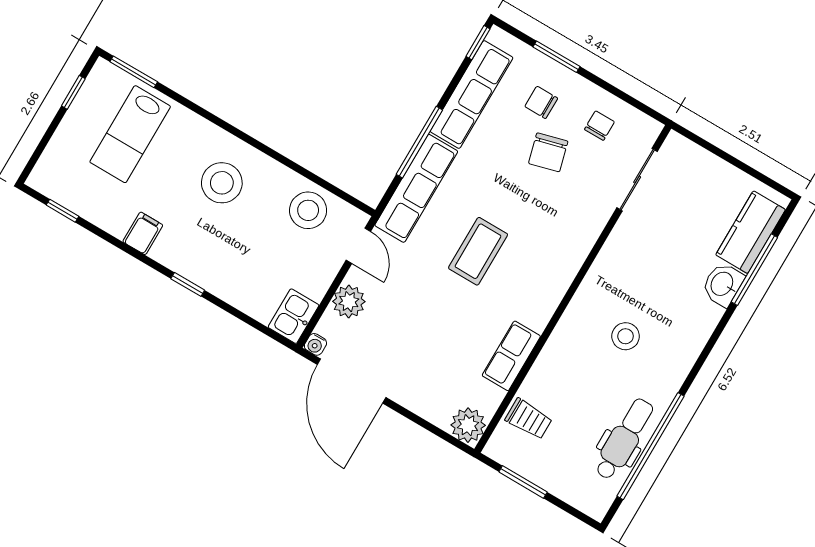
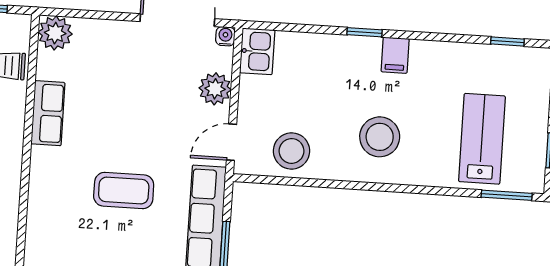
filing cabinet: (143, 233) -> (395, 55), moved
door: (358, 246) -> (232, 142), hinge flipped
coffee table: (478, 251) -> (124, 191), turned 90

